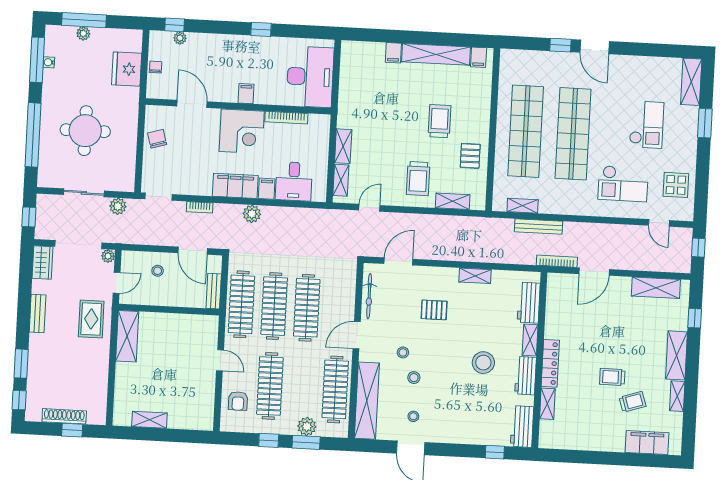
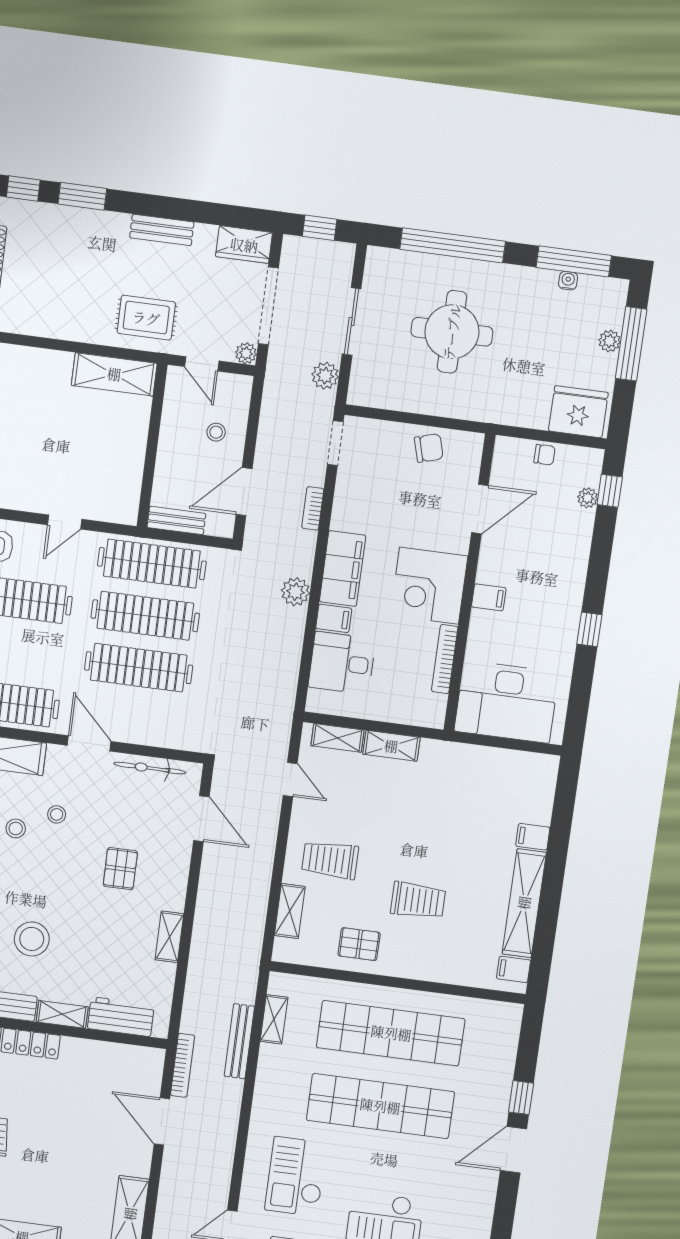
fridge: (127, 69) -> (578, 412), moved

